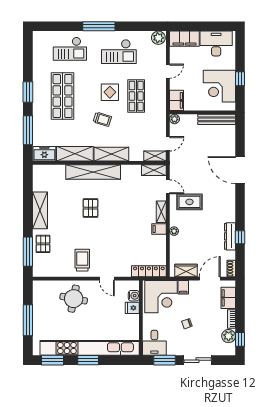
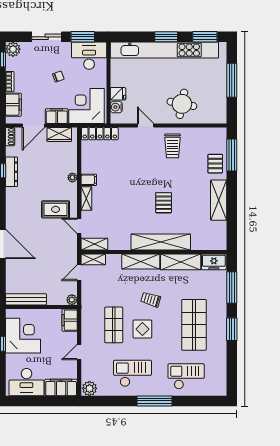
filing cabinet: (183, 287) -> (57, 116), width x2.00
plant: (229, 336) -> (13, 49), moved
desk: (154, 343) -> (89, 56), width x1.37

